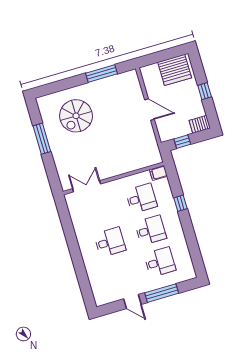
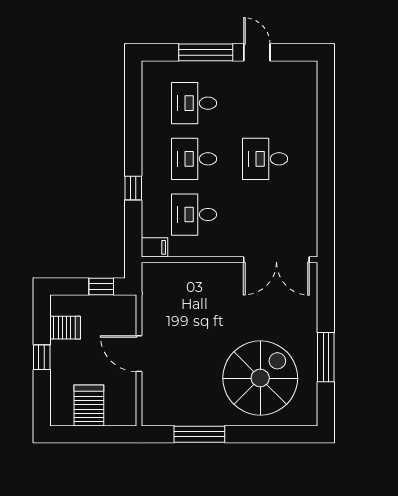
server rack: (175, 70) -> (89, 406), width x0.62
spiral stairs: (76, 116) -> (260, 378), width x1.37, depth x1.37
server rack: (200, 124) -> (65, 328), moved
double door: (87, 186) -> (276, 260), width x1.37

